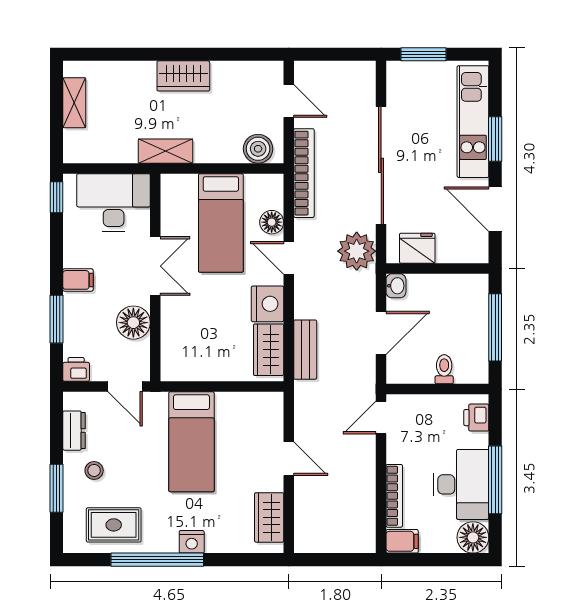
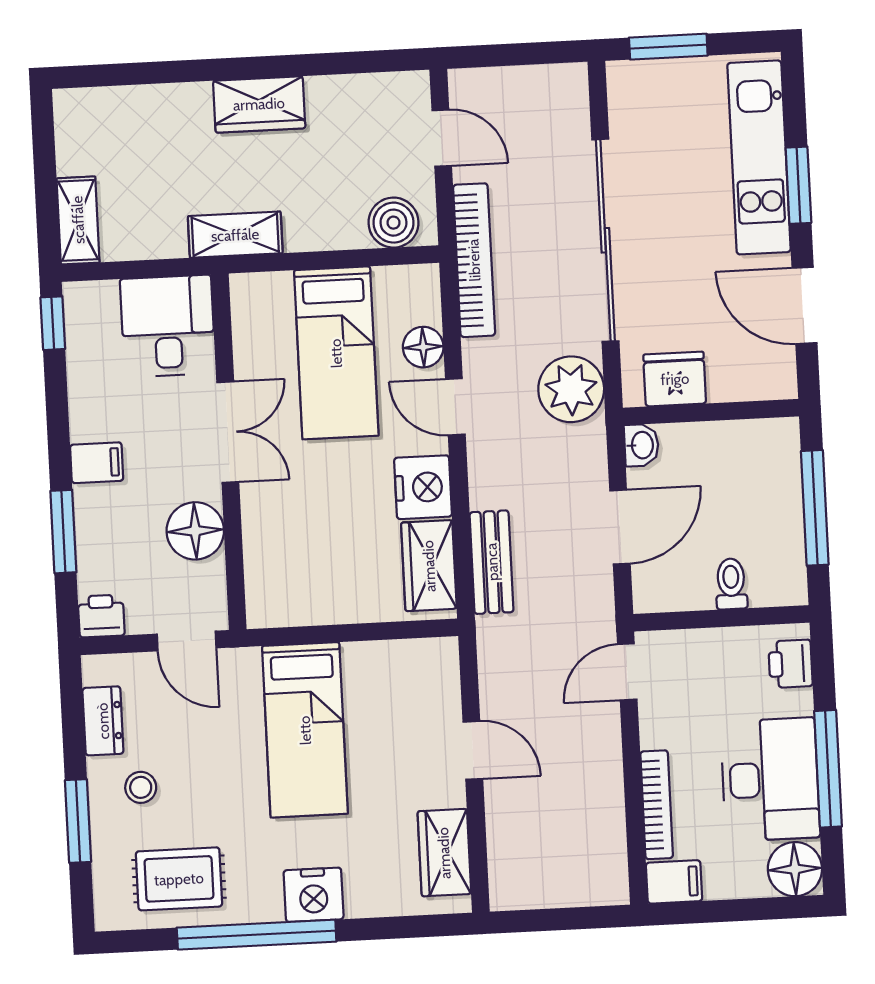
shelving: (74, 103) -> (78, 220), moved
desk: (114, 202) -> (168, 326), width x0.73
nightstand: (192, 542) -> (314, 895), width x1.36, depth x1.33

